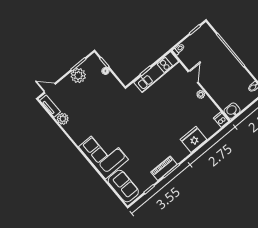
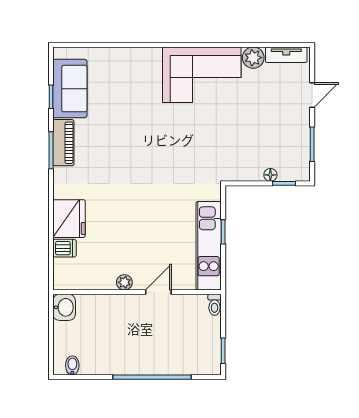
plant: (78, 76) -> (296, 131), removed
door: (193, 77) -> (158, 292), swing flipped
door: (50, 88) -> (312, 95), moved
dishwasher: (221, 120) -> (65, 248), moved
corner sofa: (104, 153) -> (202, 75), moved
sofa: (123, 186) -> (70, 89), moved, turned -90

